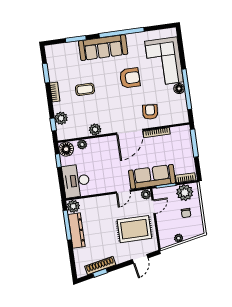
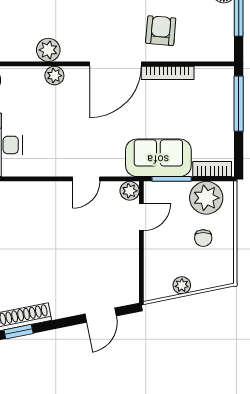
plant: (82, 144) -> (54, 76), moved
sofa: (152, 177) -> (158, 158), width x0.73
rug: (134, 229) -> (98, 255), removed

